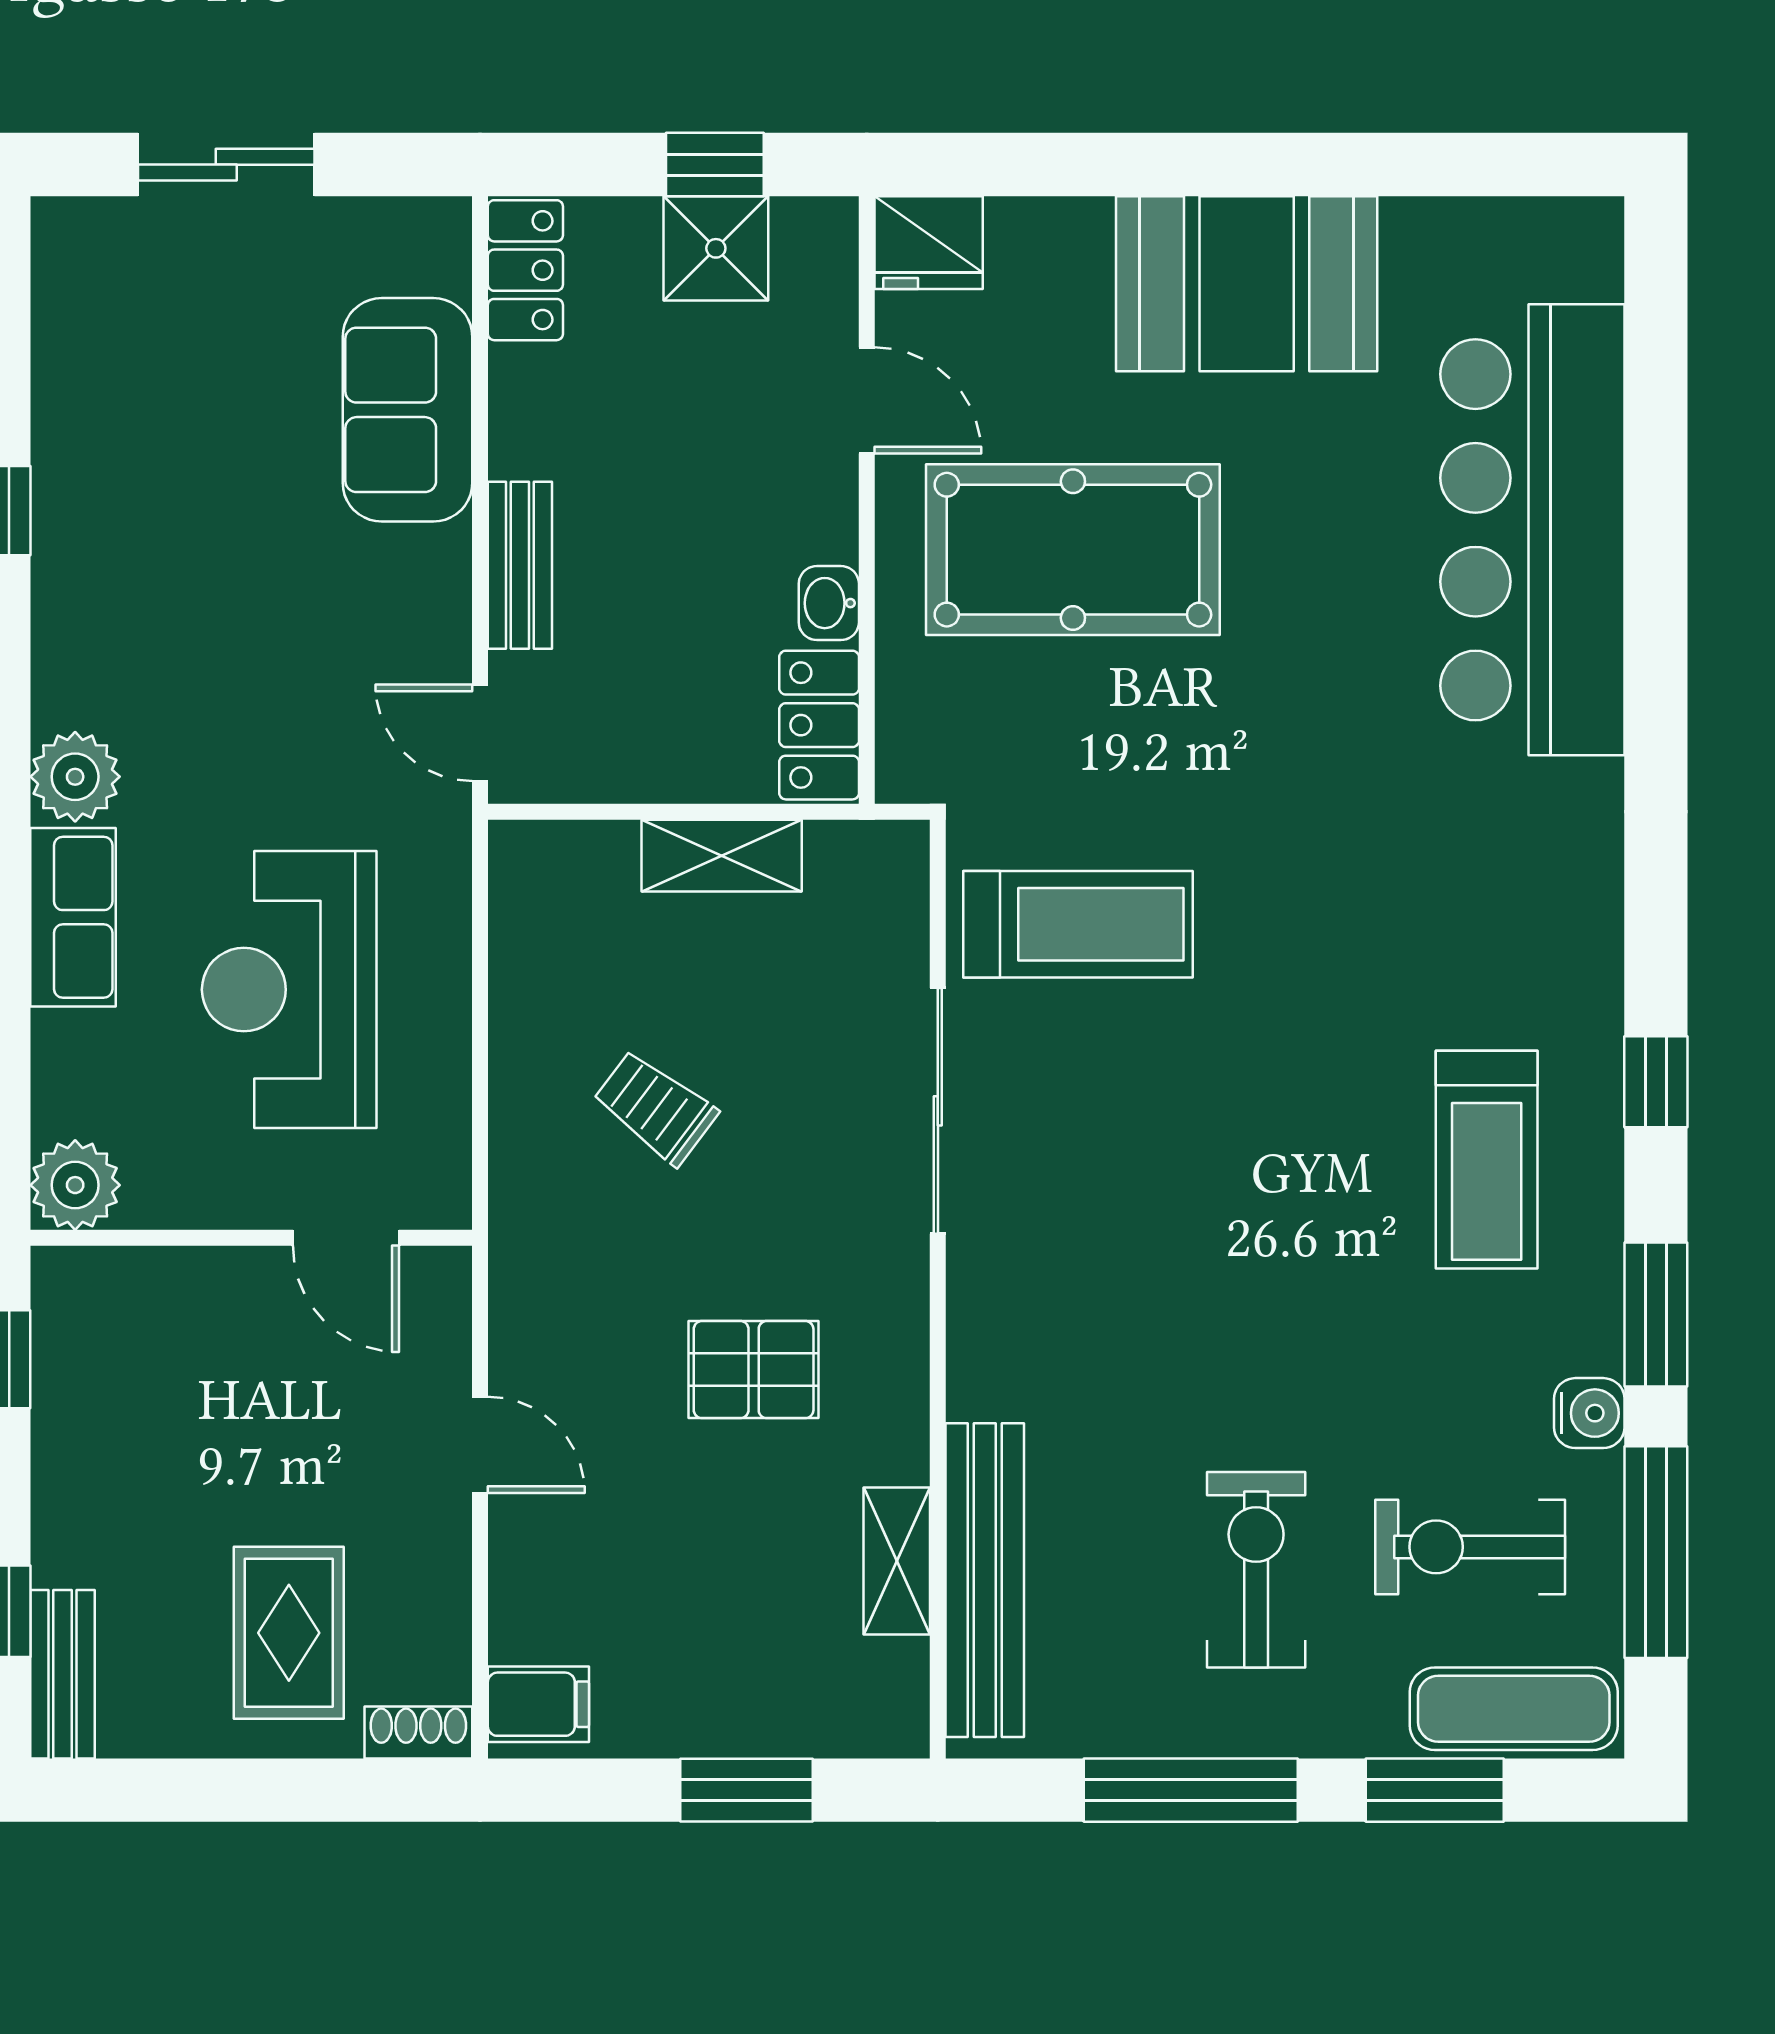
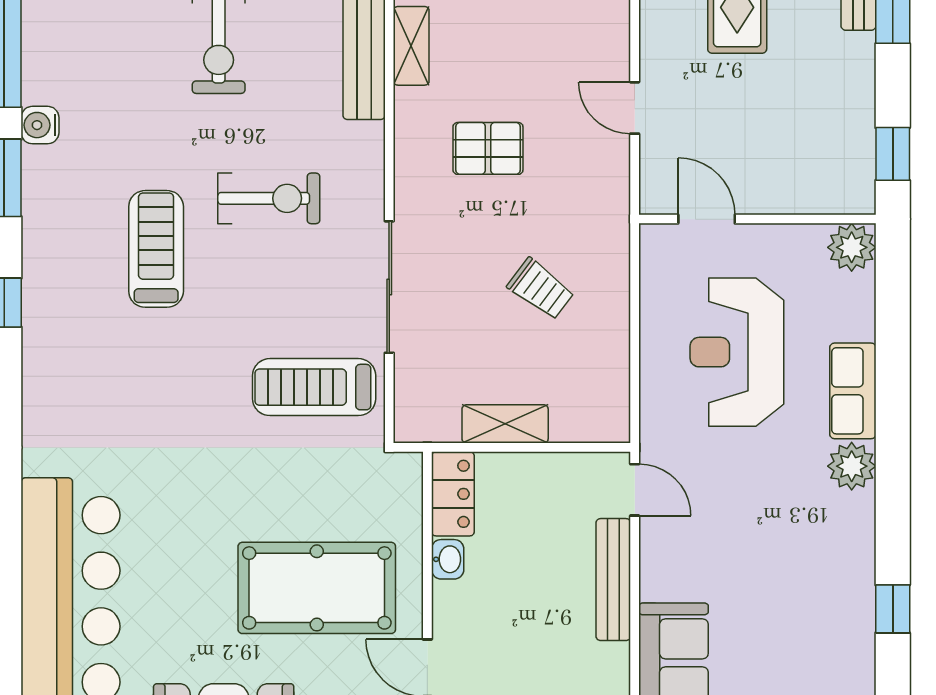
bench: (520, 565) -> (613, 580), width x1.36
reception desk: (289, 990) -> (737, 352), turned 180
treadmill: (1487, 1160) -> (156, 249), moved
exercise bike: (1470, 1547) -> (269, 198), moved

